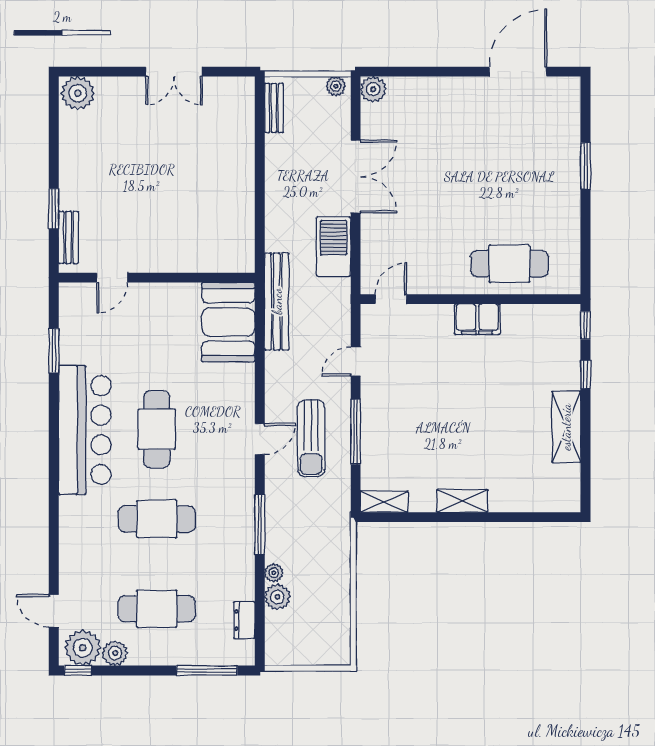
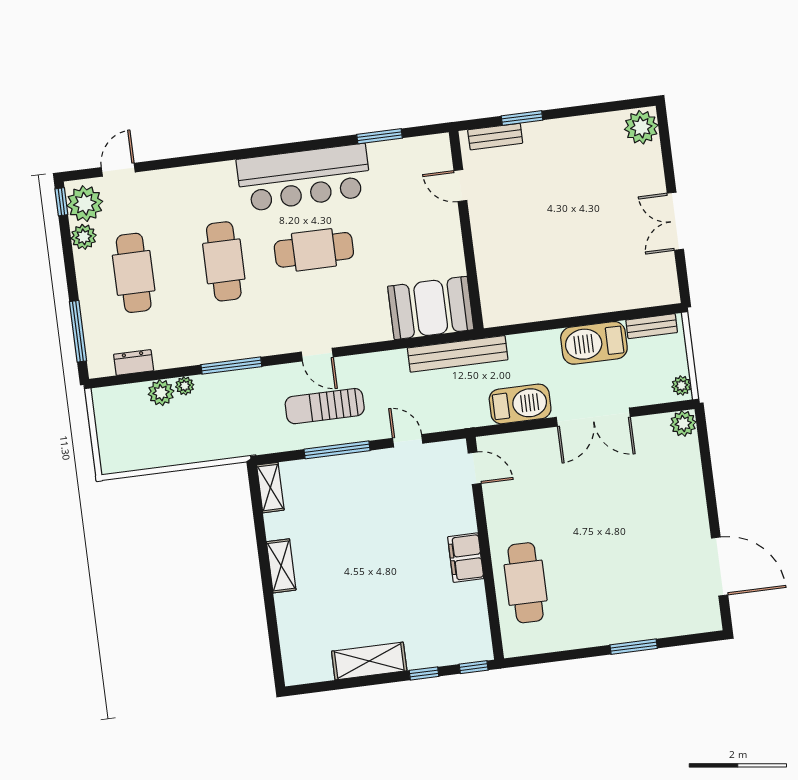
barbecue: (283, 167) -> (594, 343), added

